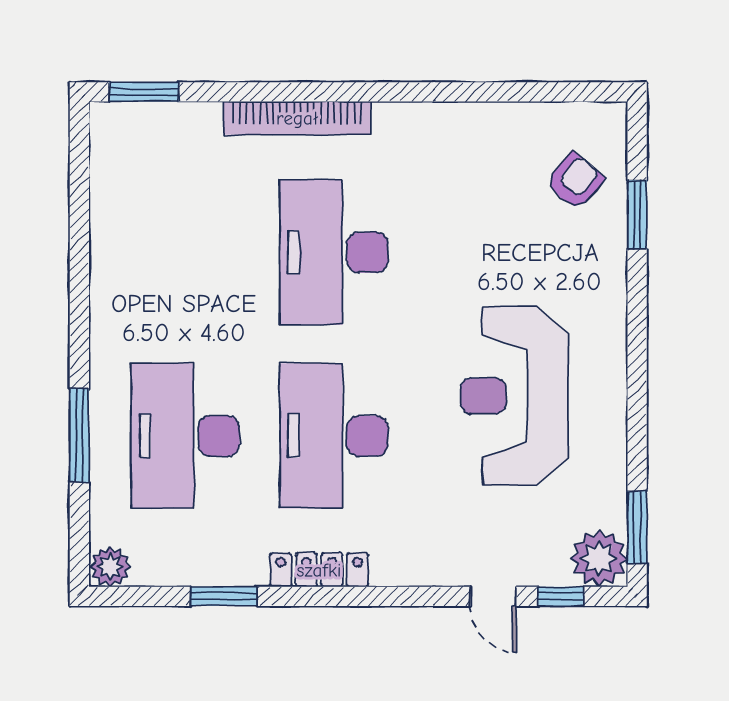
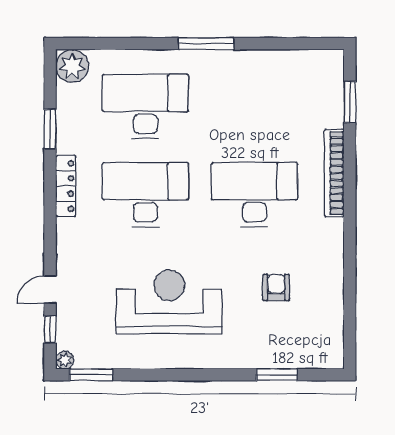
window: (144, 92) -> (350, 102), moved
armchair: (575, 181) -> (276, 287), moved, turned -130
window: (79, 435) -> (206, 44), moved
plant: (599, 558) -> (65, 360), width x0.53, depth x0.53
plant: (110, 567) -> (72, 66), width x1.36, depth x1.36

